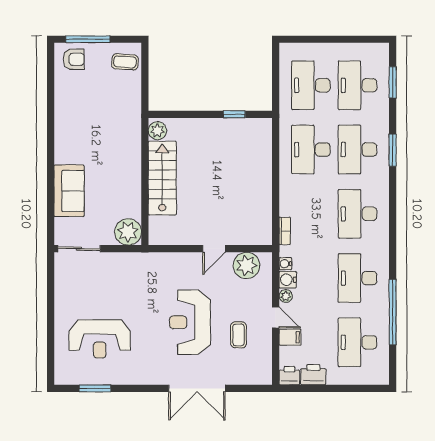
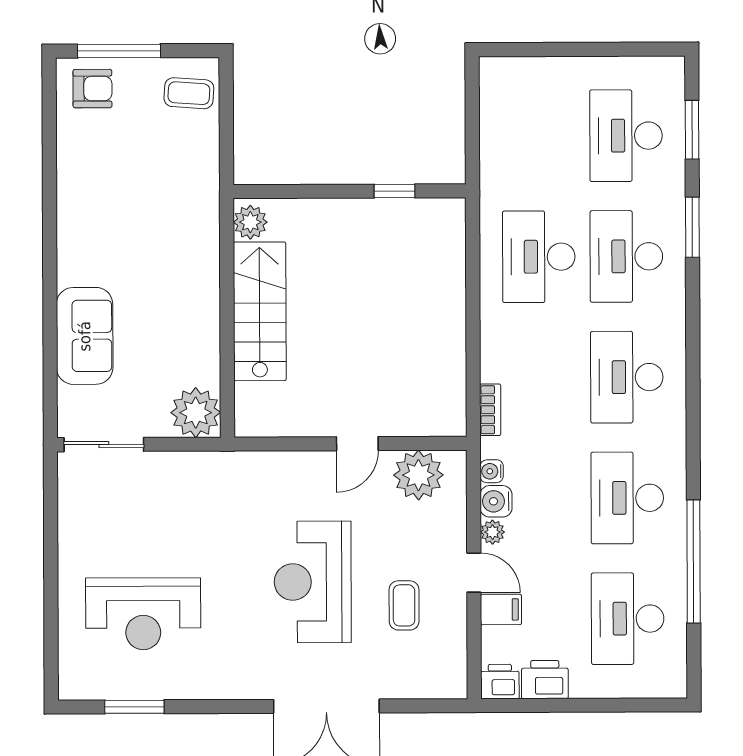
desk: (311, 85) -> (538, 136), removed
window: (393, 150) -> (692, 227), moved

